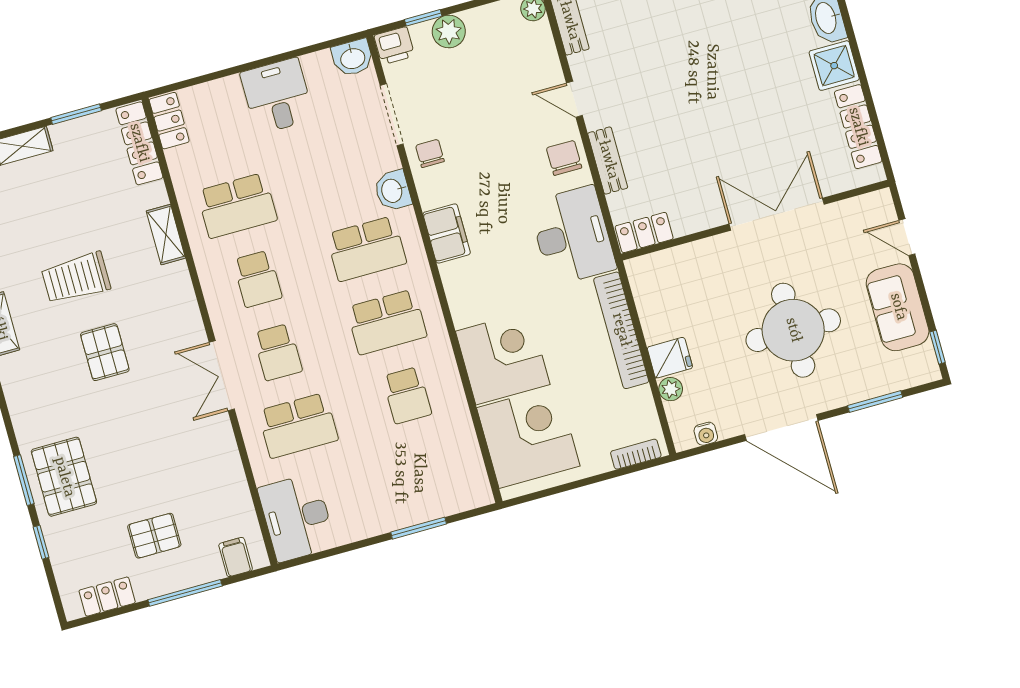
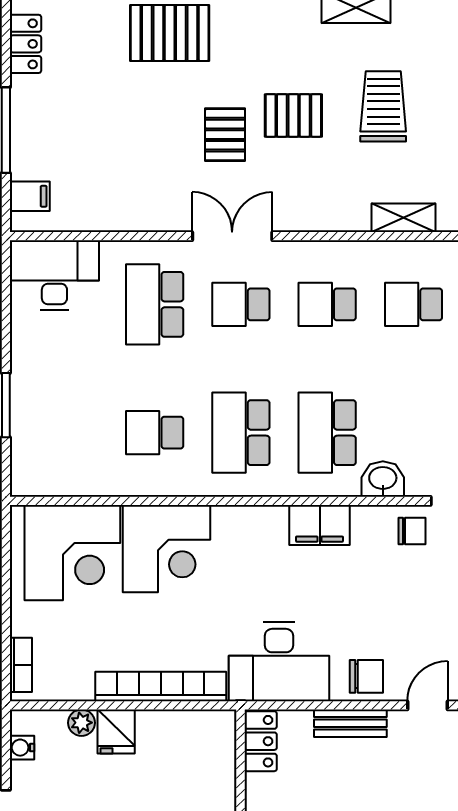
school desk: (237, 206) -> (414, 304), width x0.54
pallet: (154, 536) -> (225, 135), moved

